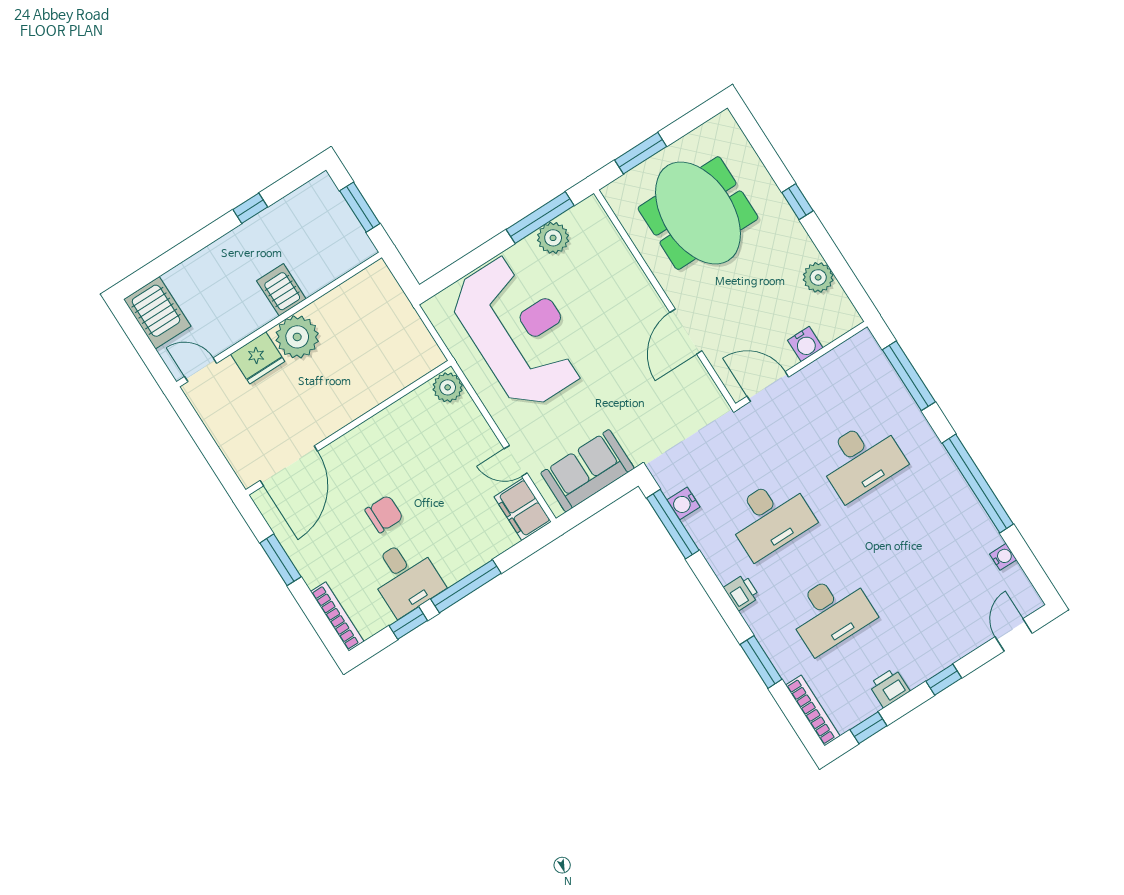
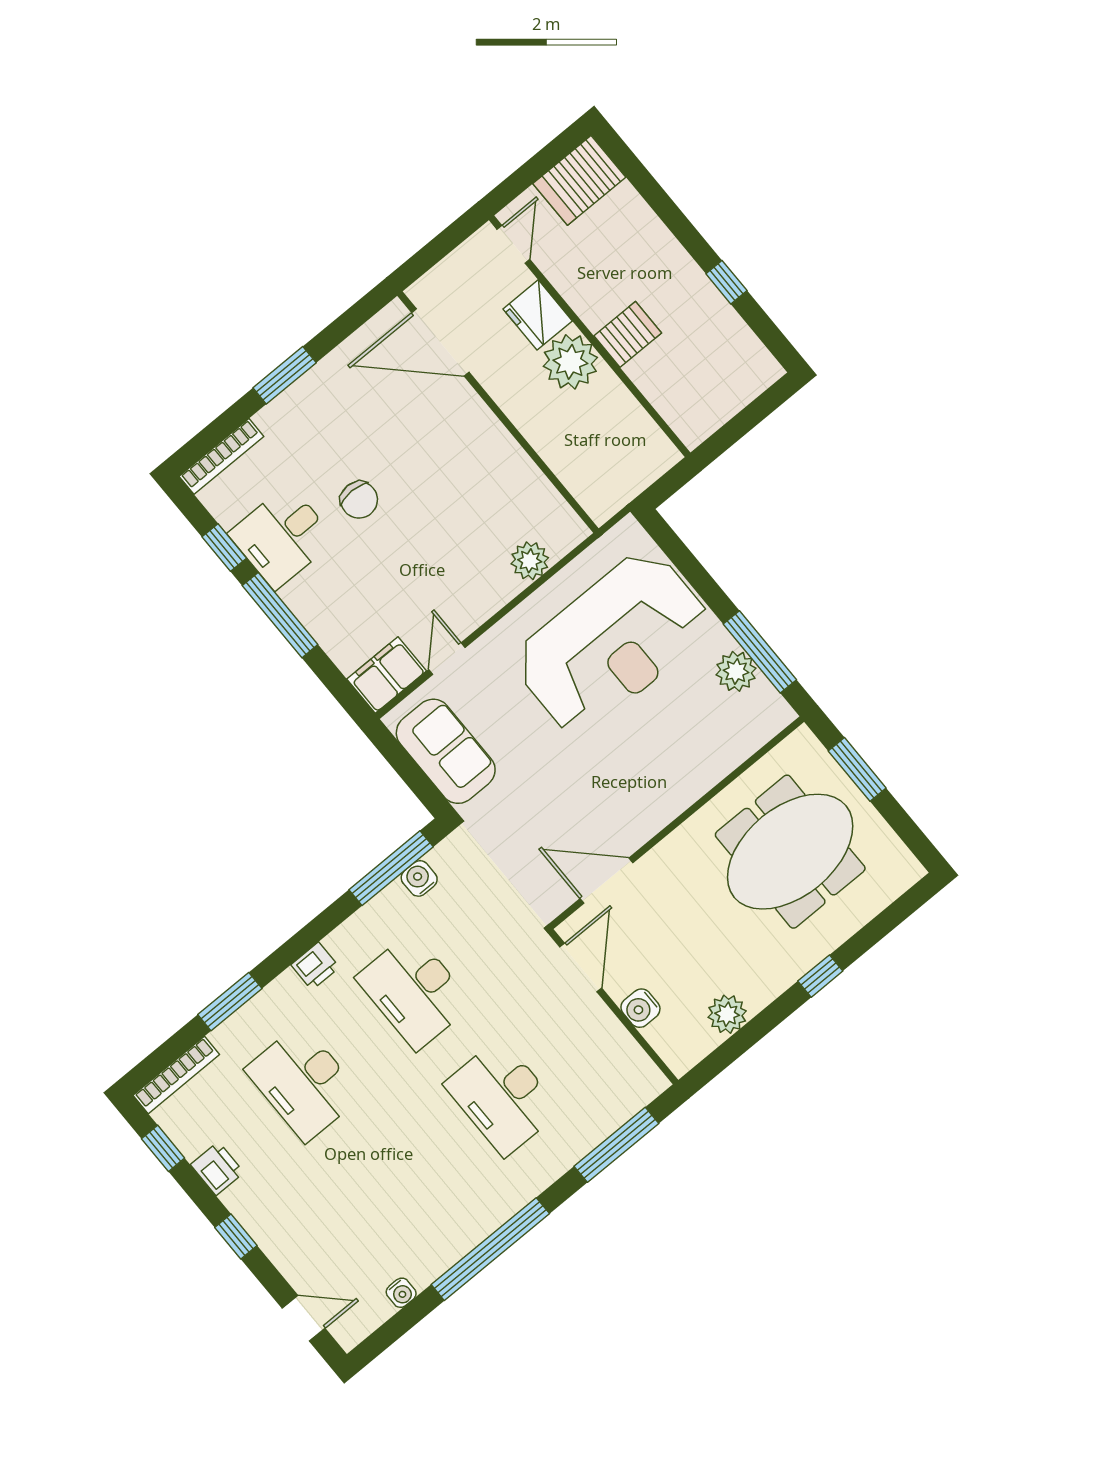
window: (360, 207) -> (745, 421), removed
door: (686, 332) -> (606, 881), moved
wall: (348, 428) -> (498, 412), moved
door: (289, 466) -> (440, 342), moved

